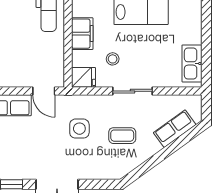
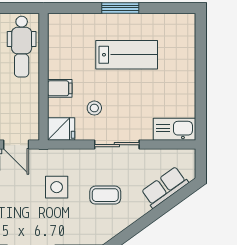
filing cabinet: (82, 34) -> (60, 88), width x0.50
kitchen sink: (192, 63) -> (174, 129), moved, turned 90

